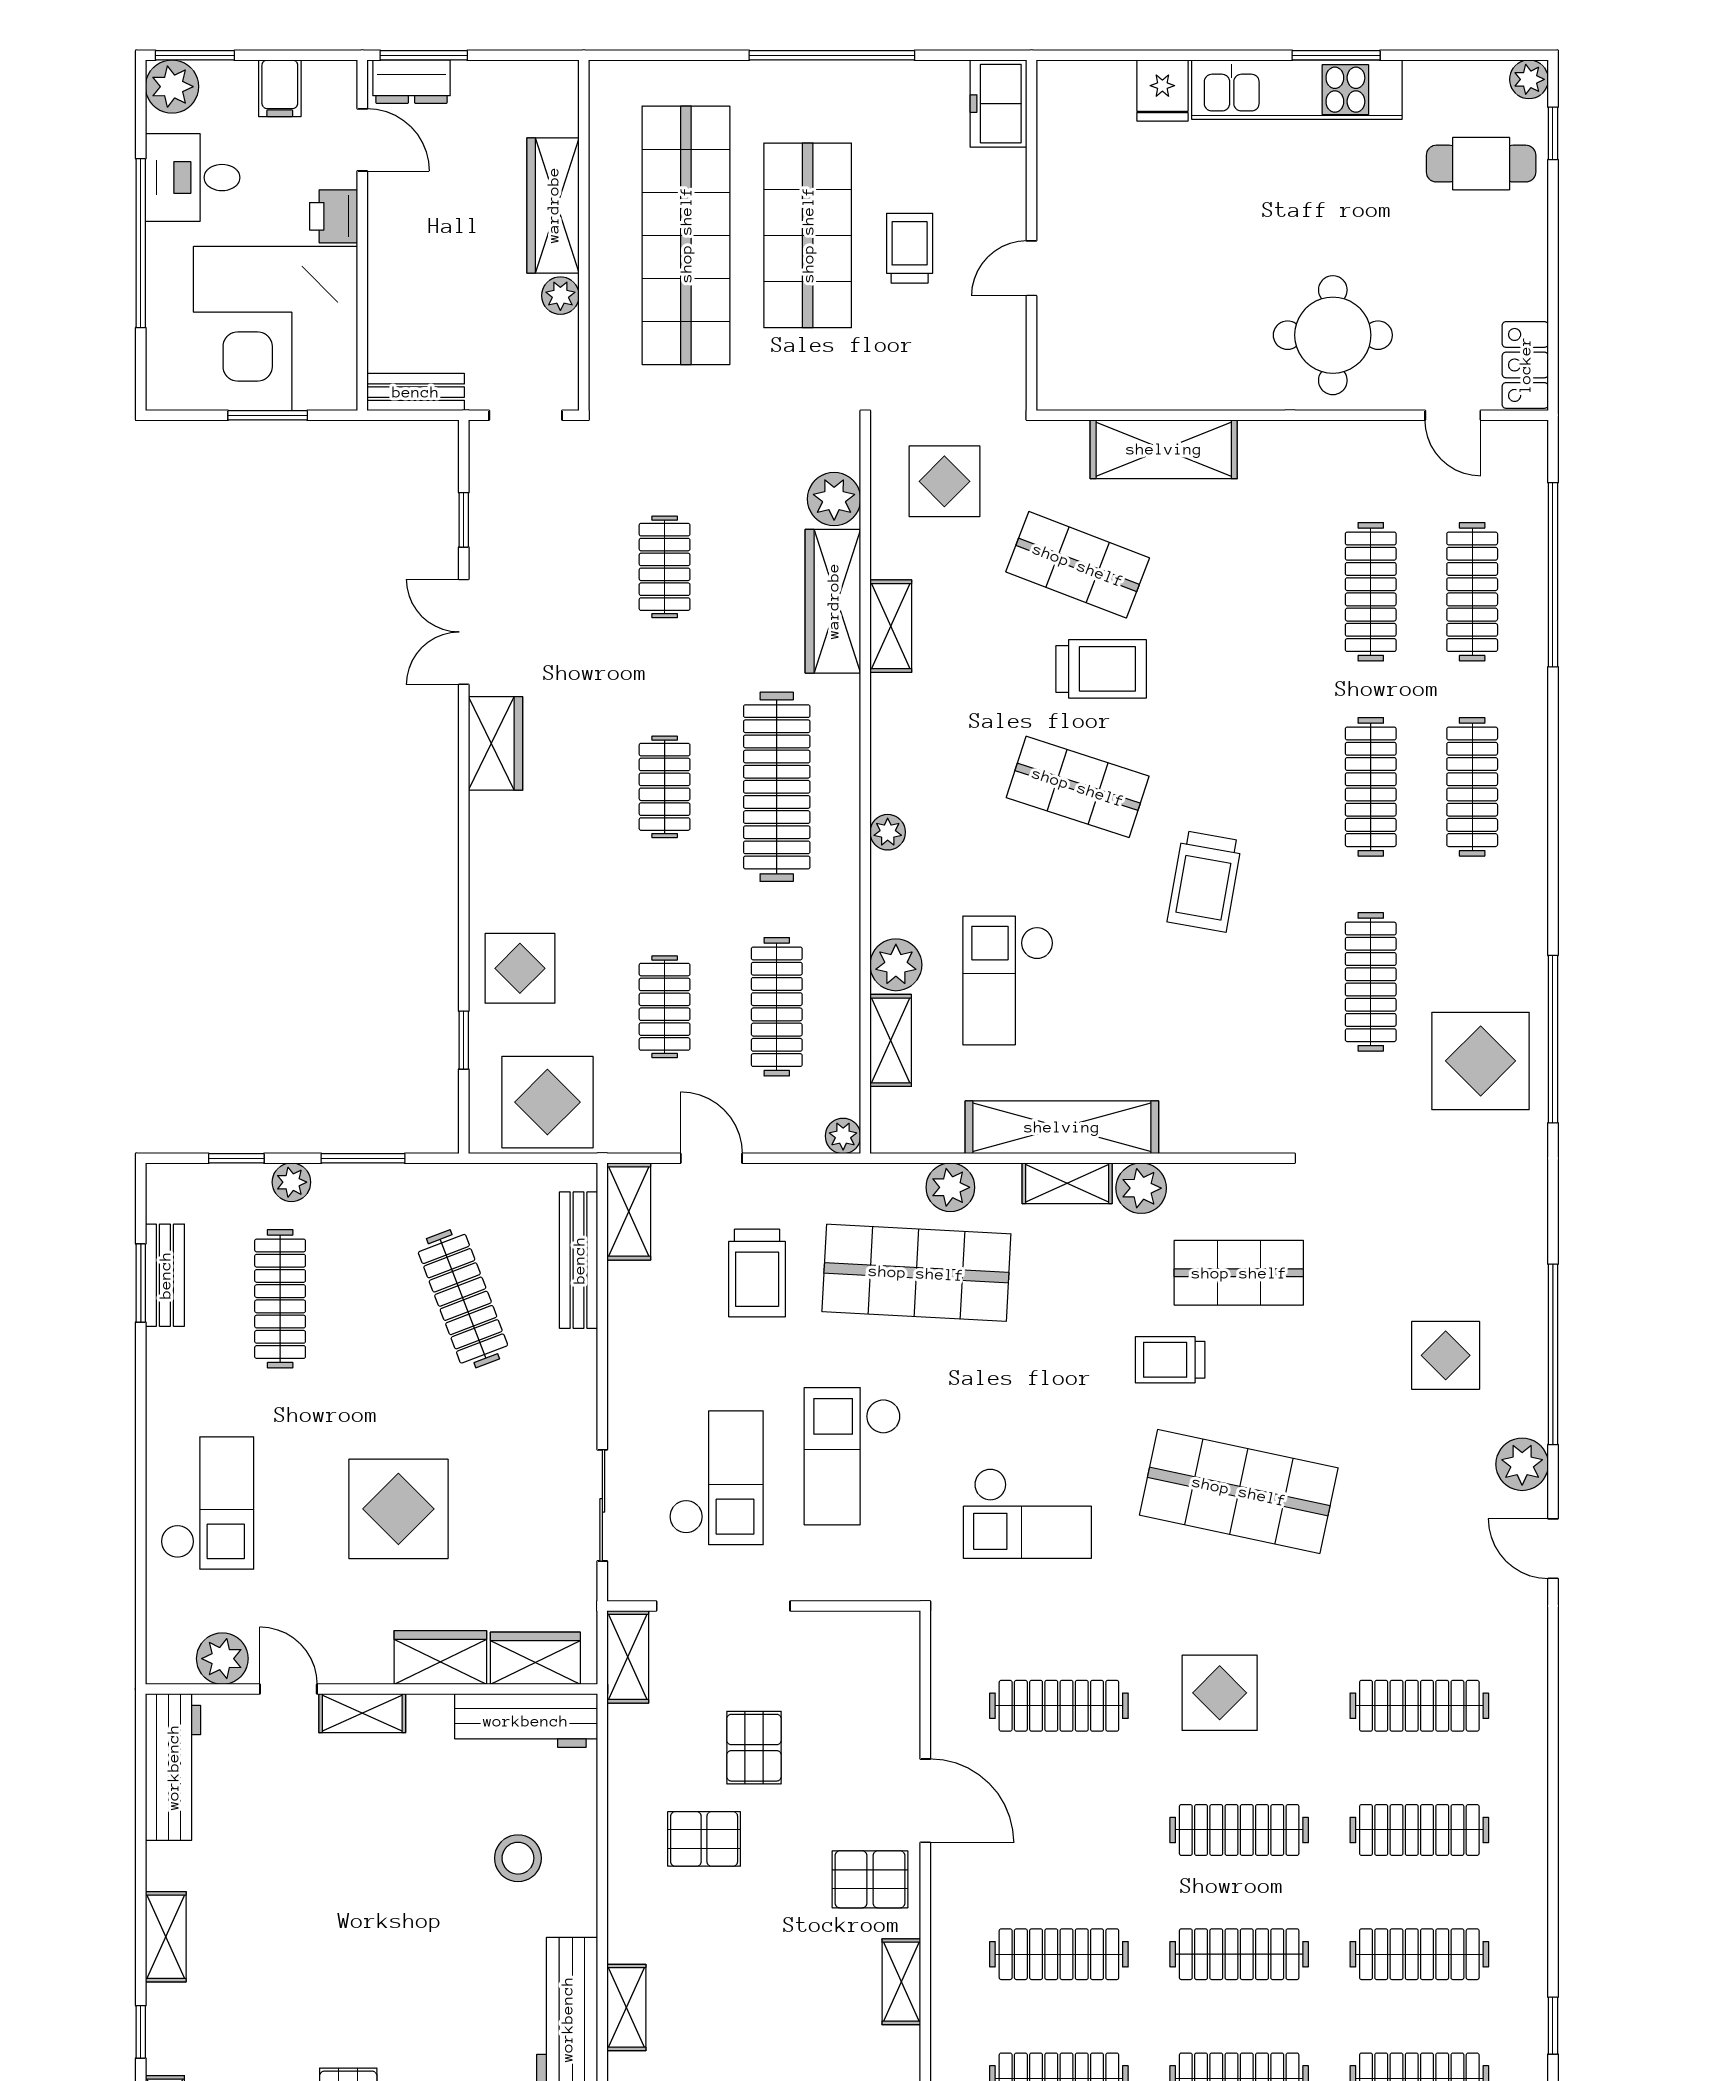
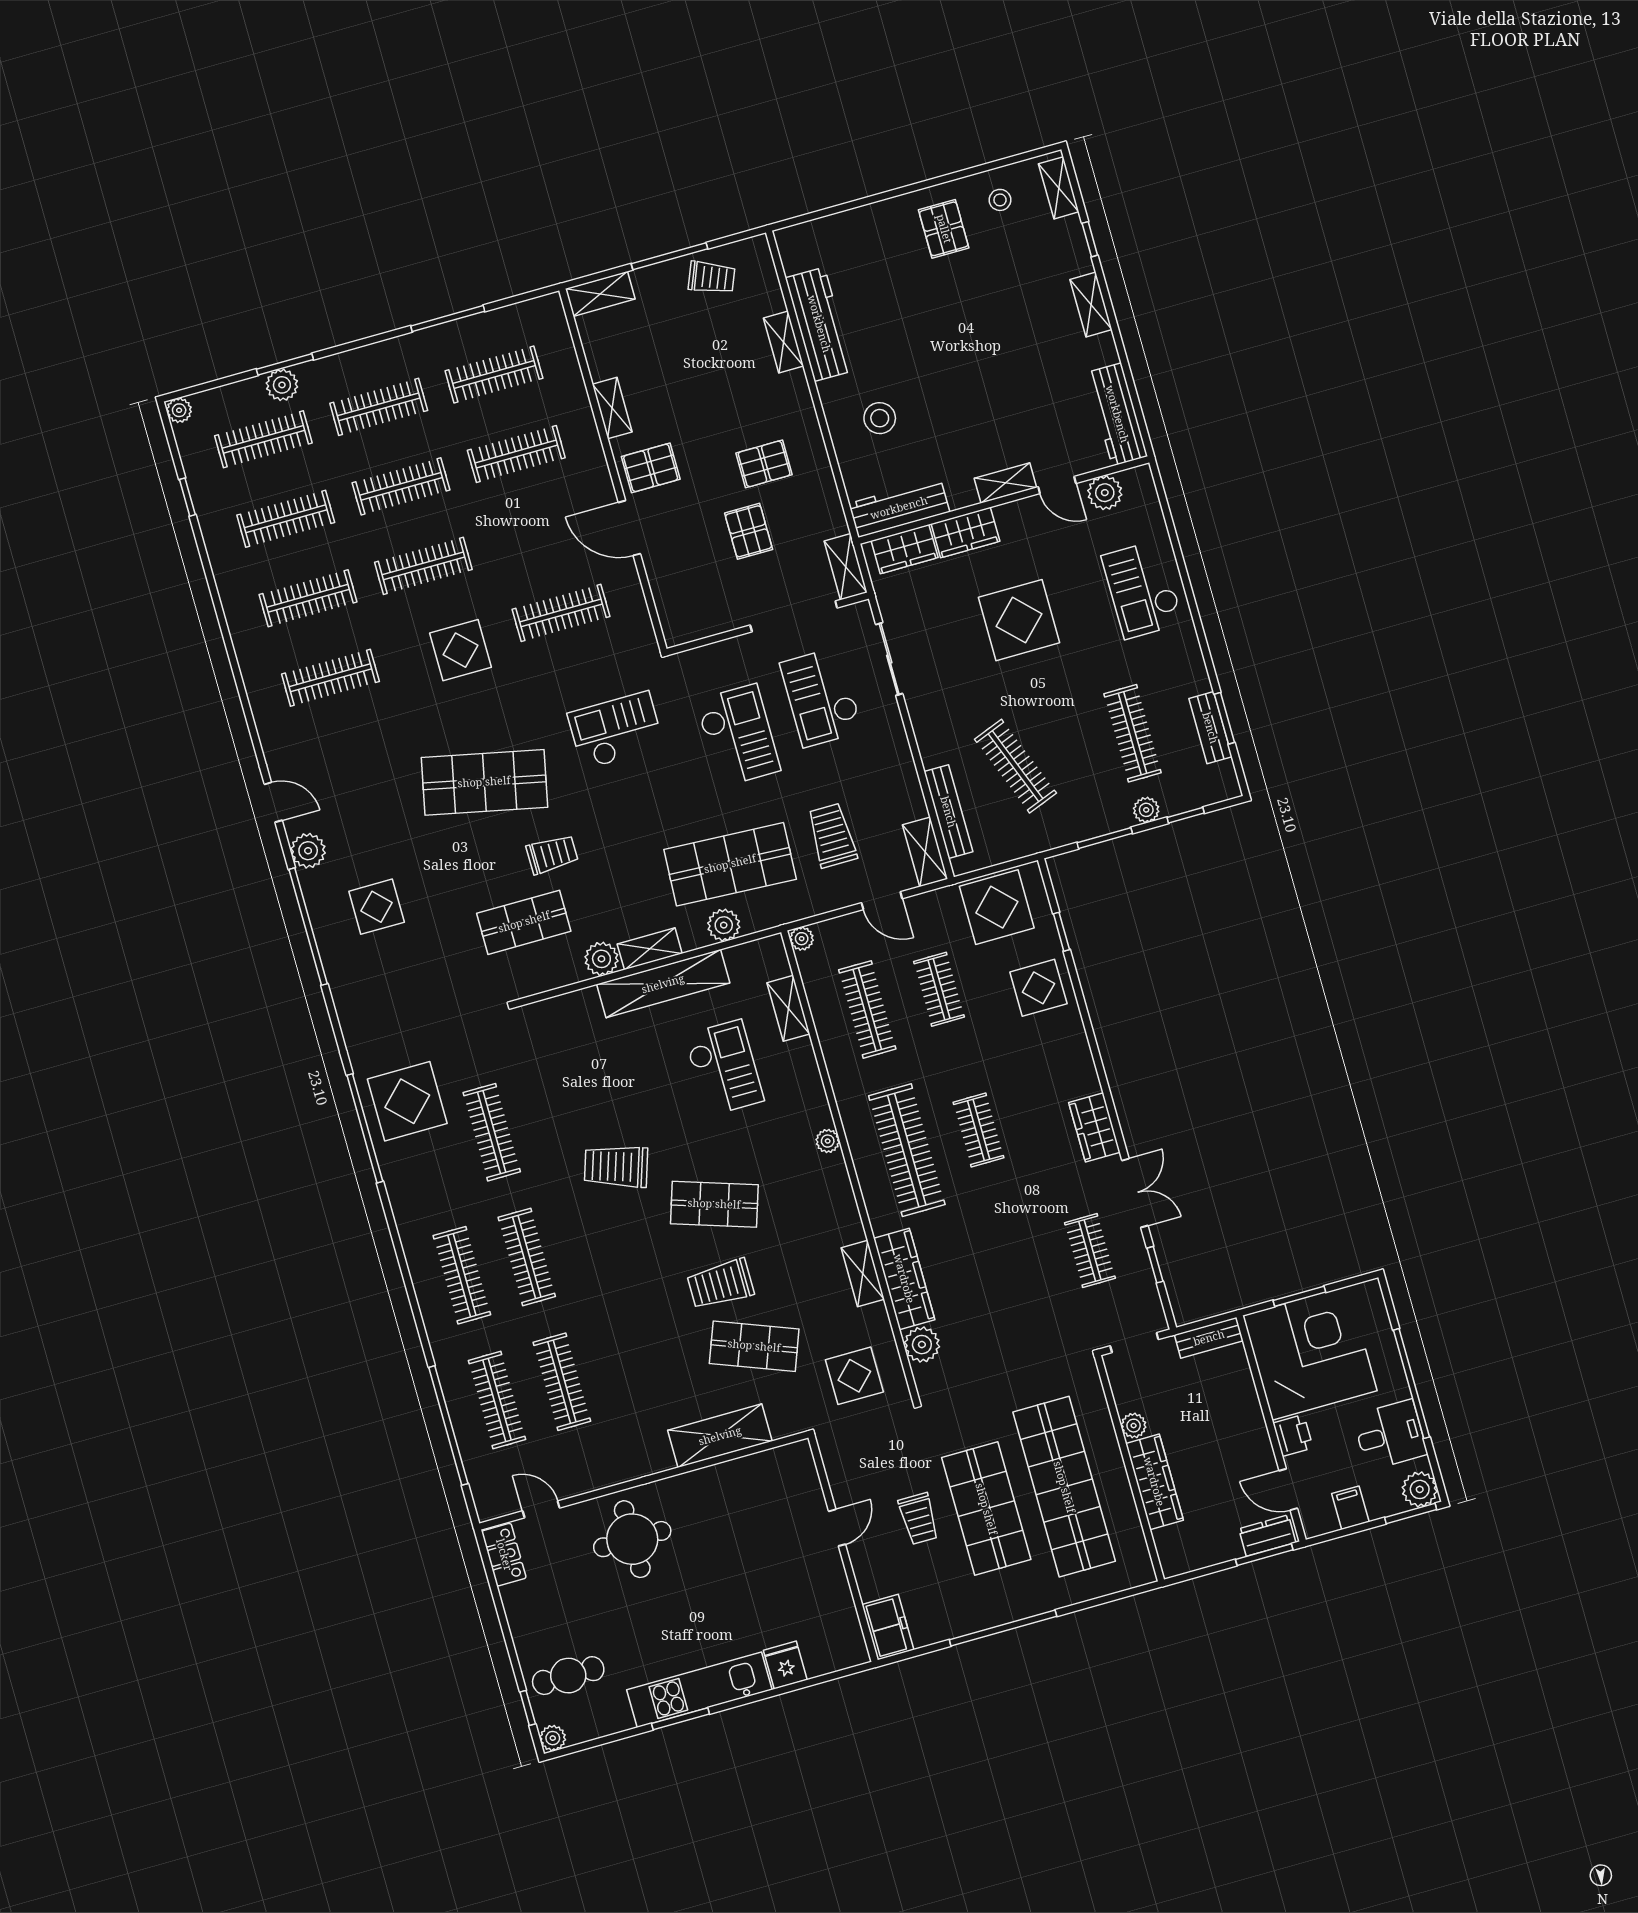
clothes rail: (665, 567) -> (1090, 1251), moved
trolley: (1205, 881) -> (616, 1167), turned -82
plant: (896, 965) -> (799, 1058), removed

